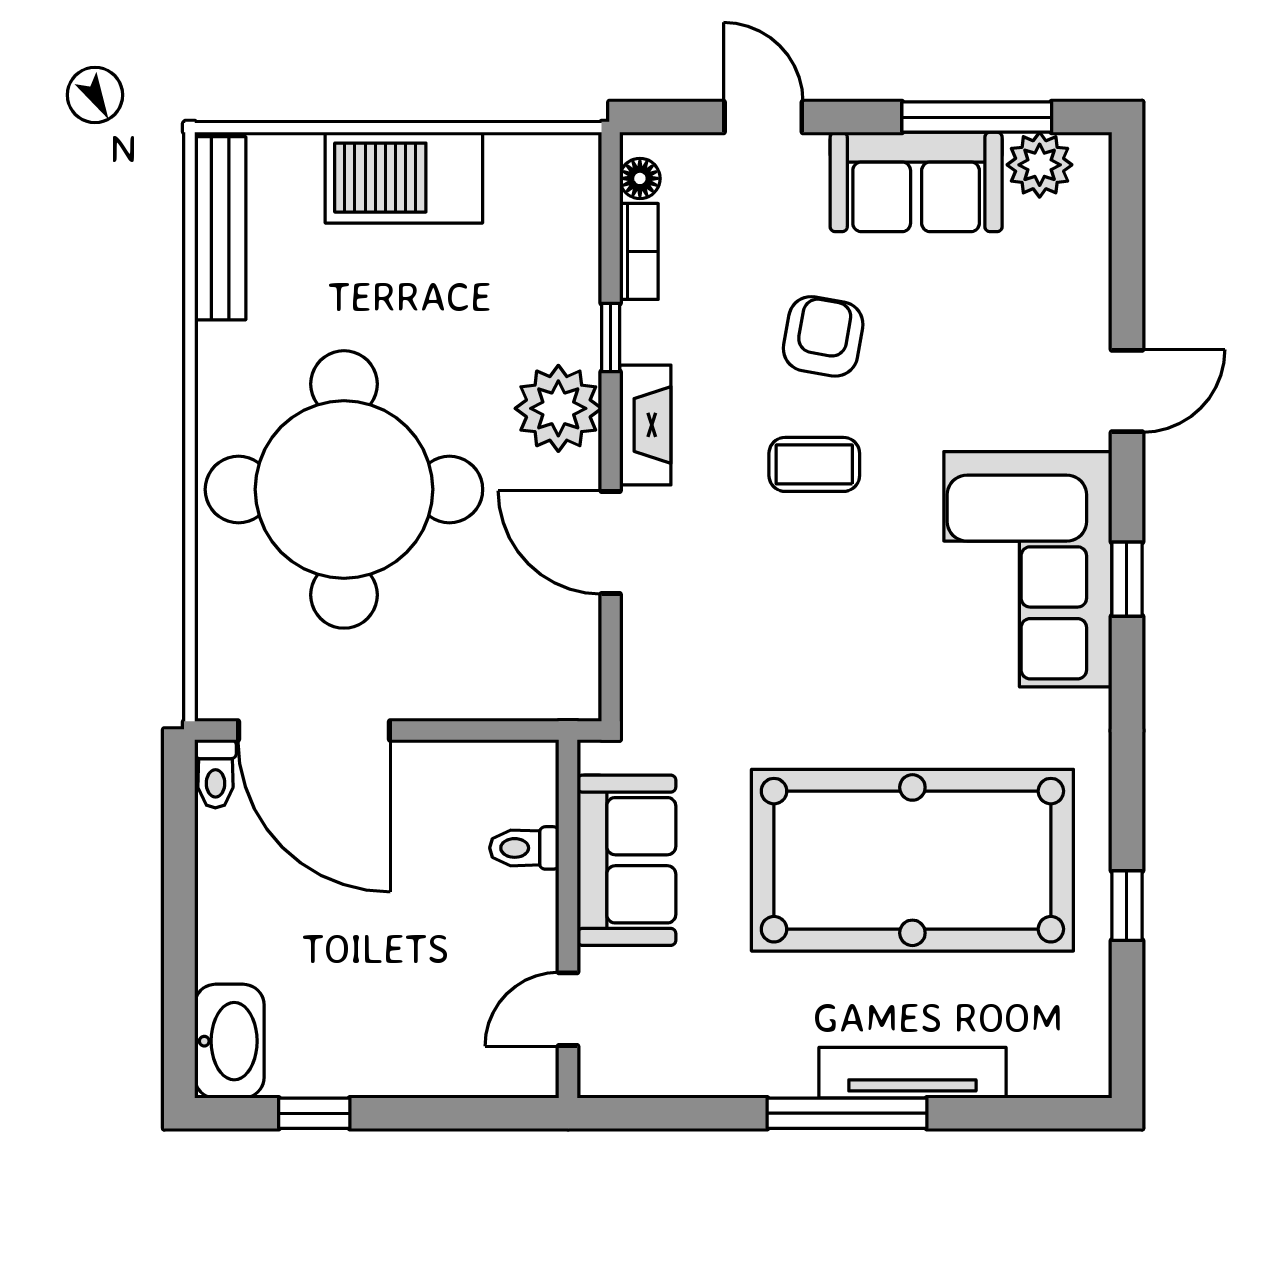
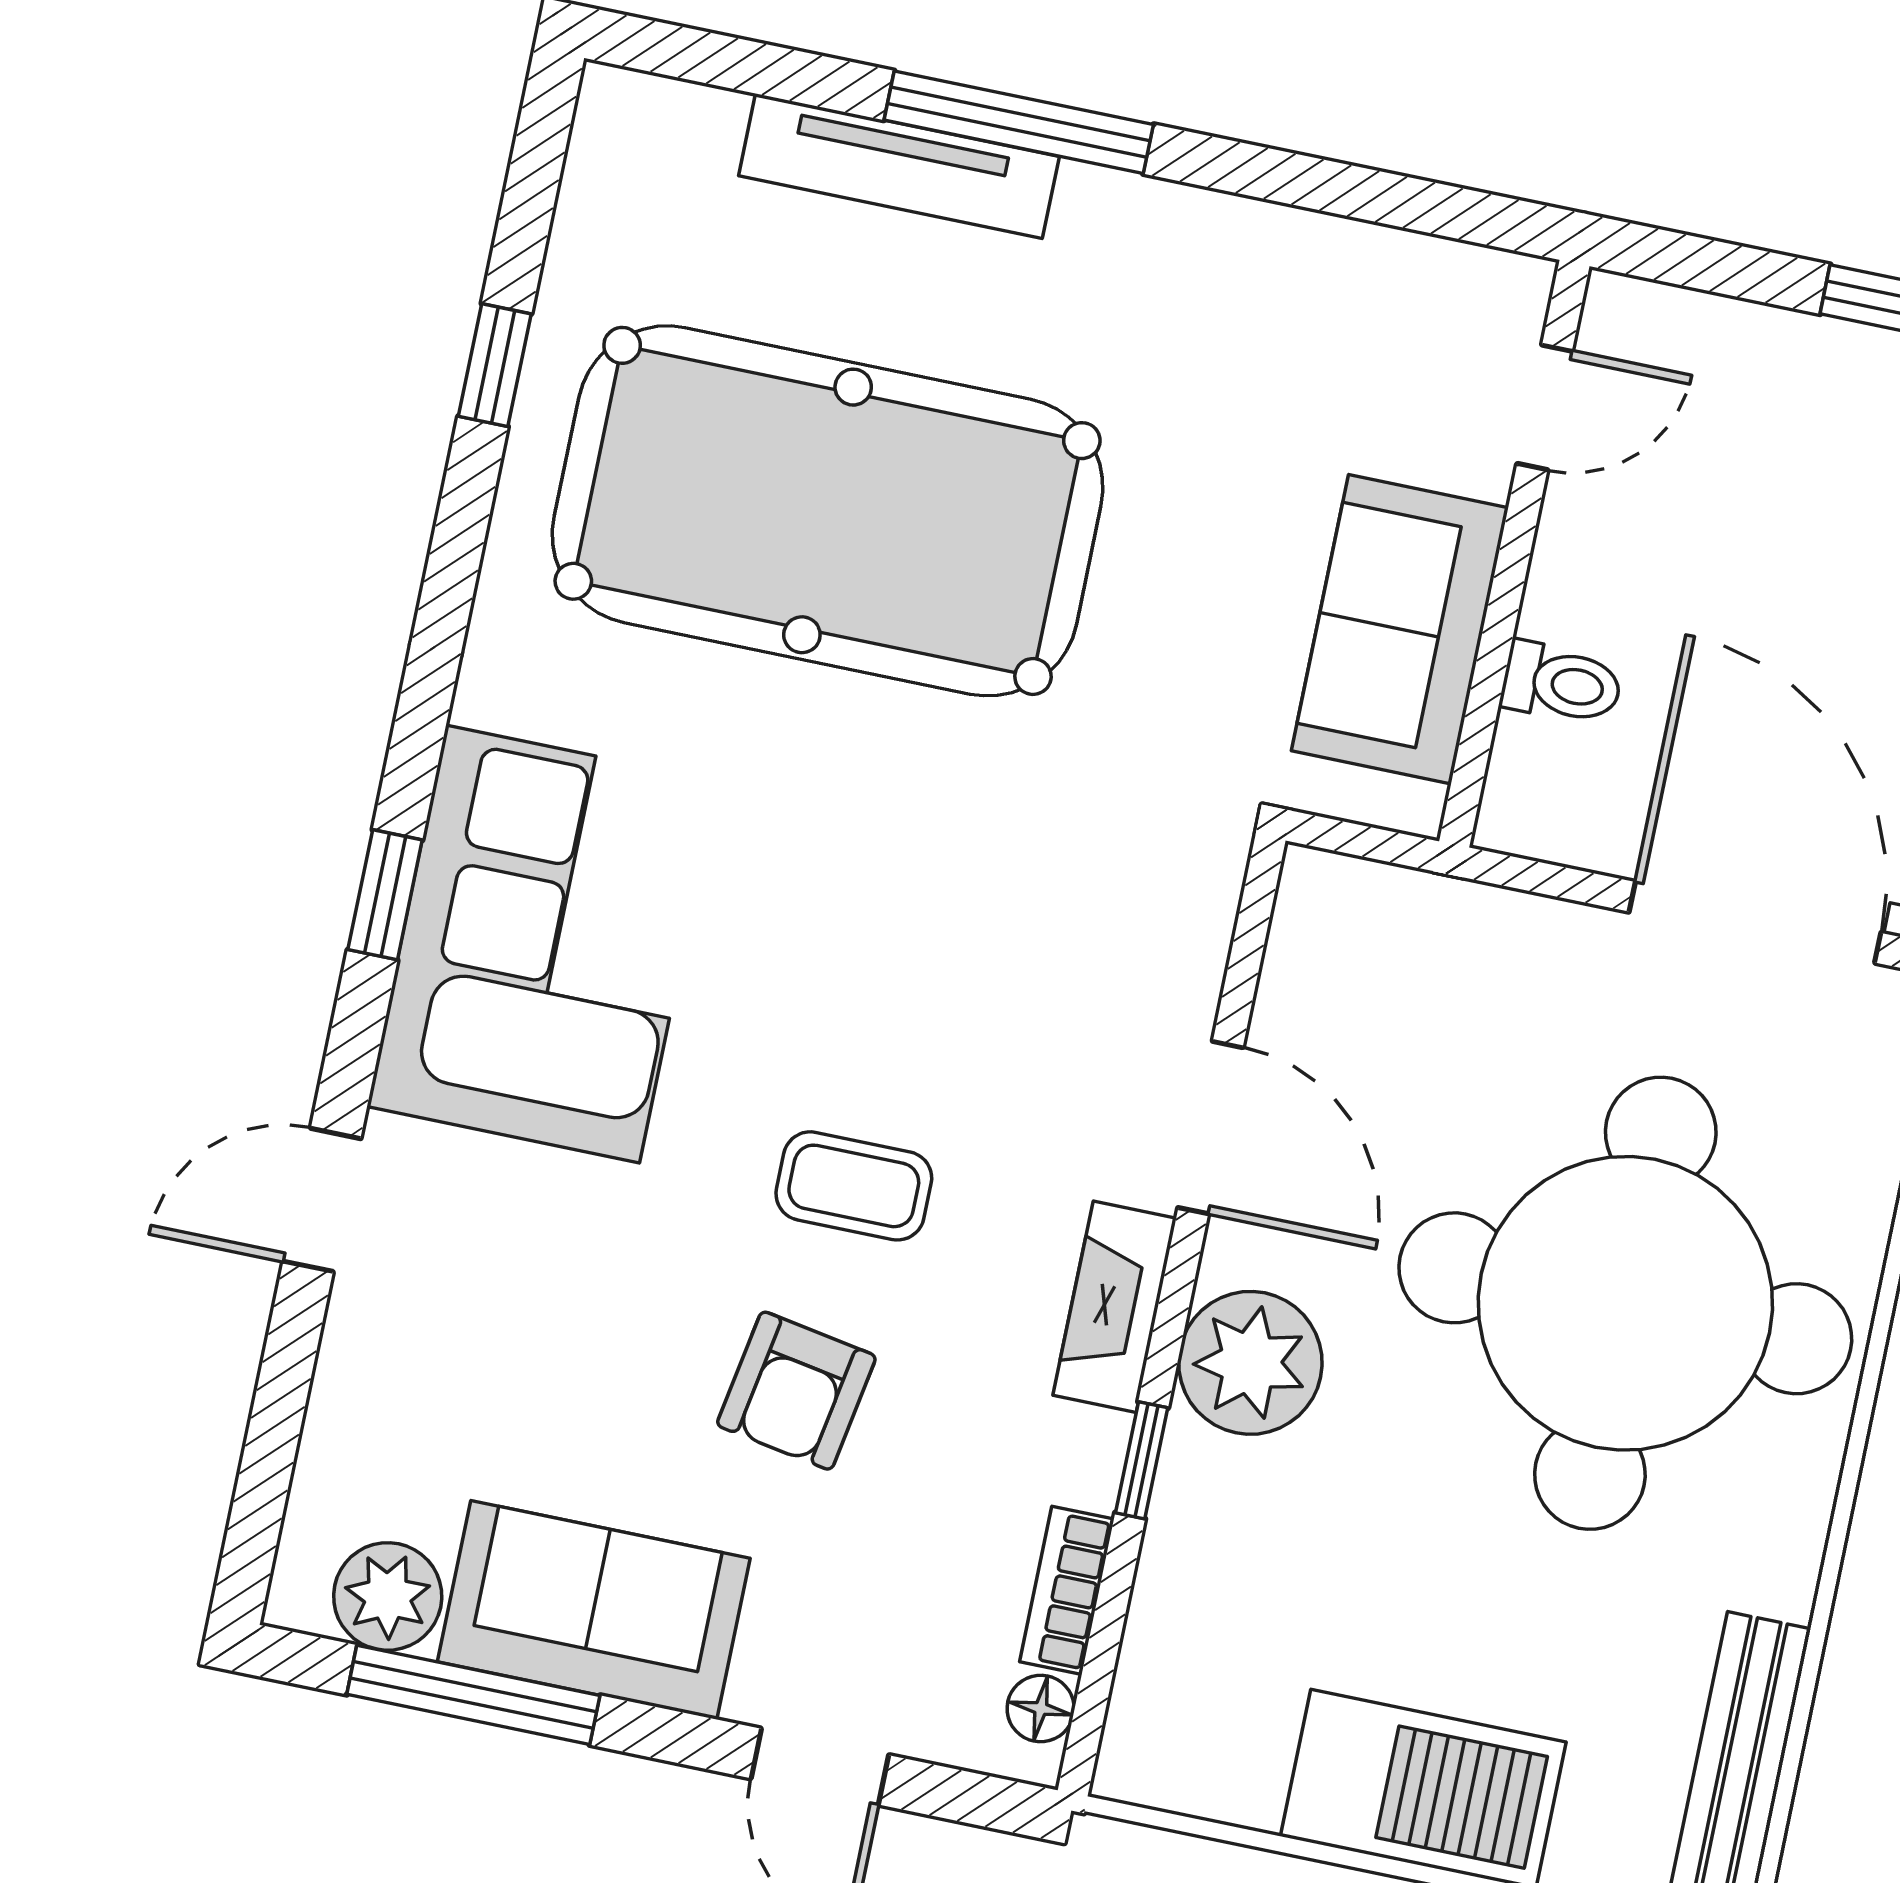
toilet: (524, 848) -> (1561, 684), moved
sofa: (626, 860) -> (1400, 629), moved
wall: (568, 919) -> (1514, 554), moved
door: (568, 1009) -> (1545, 407), moved

